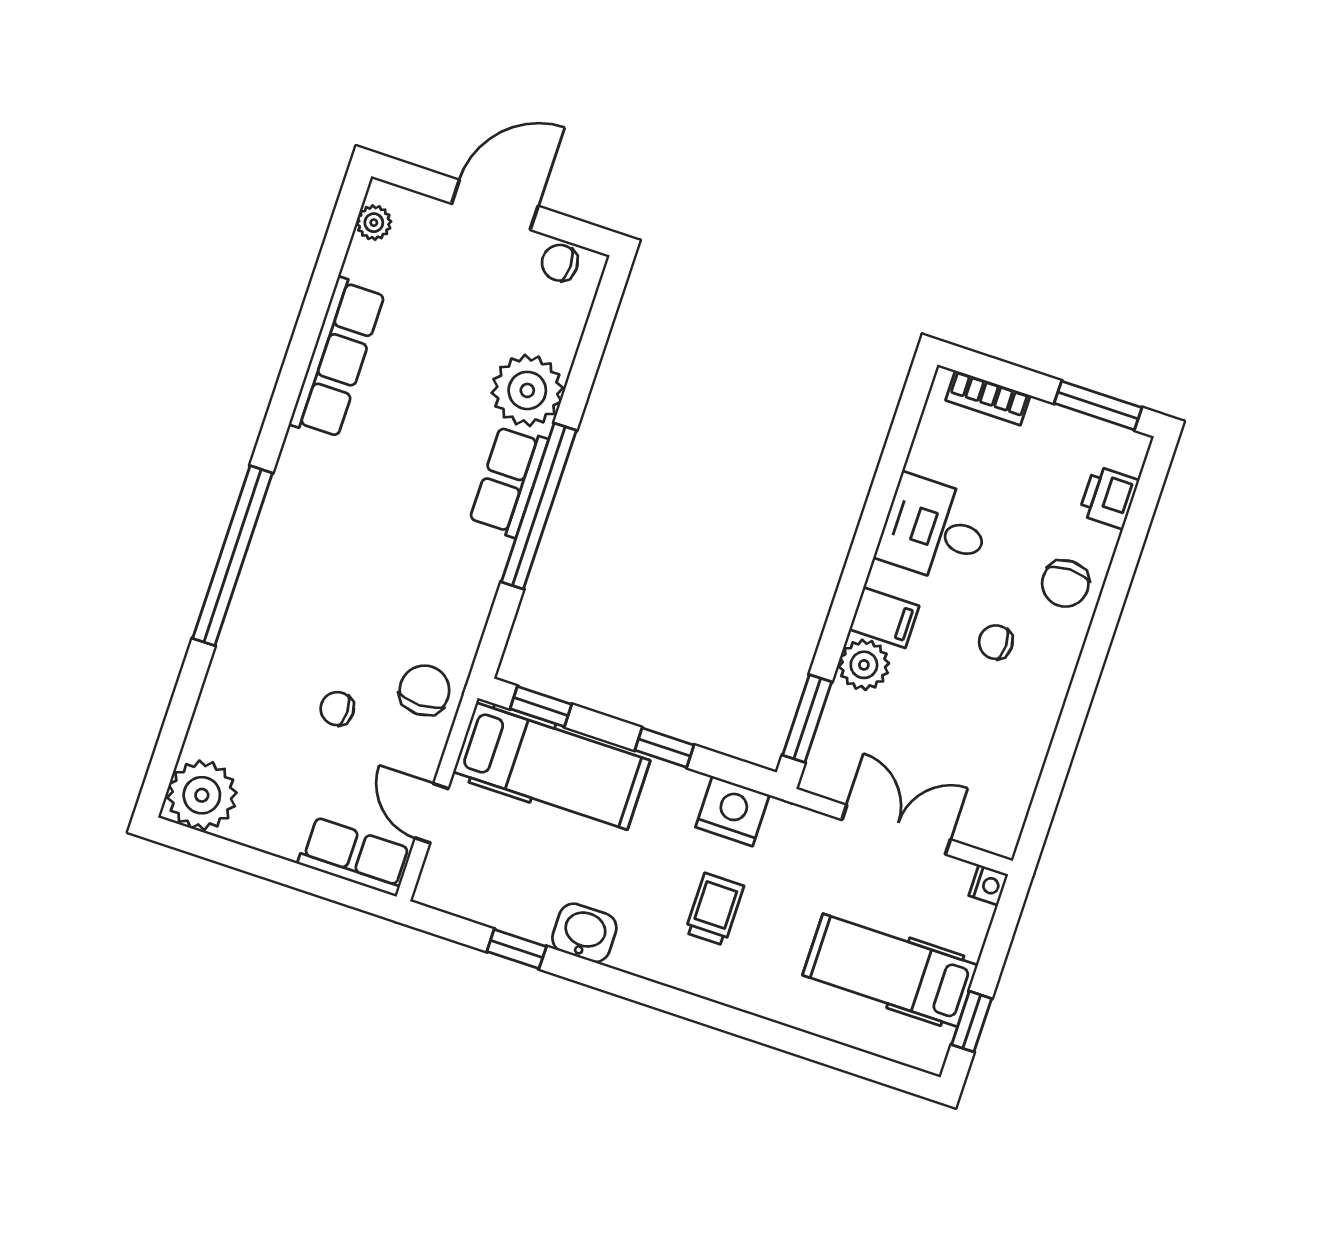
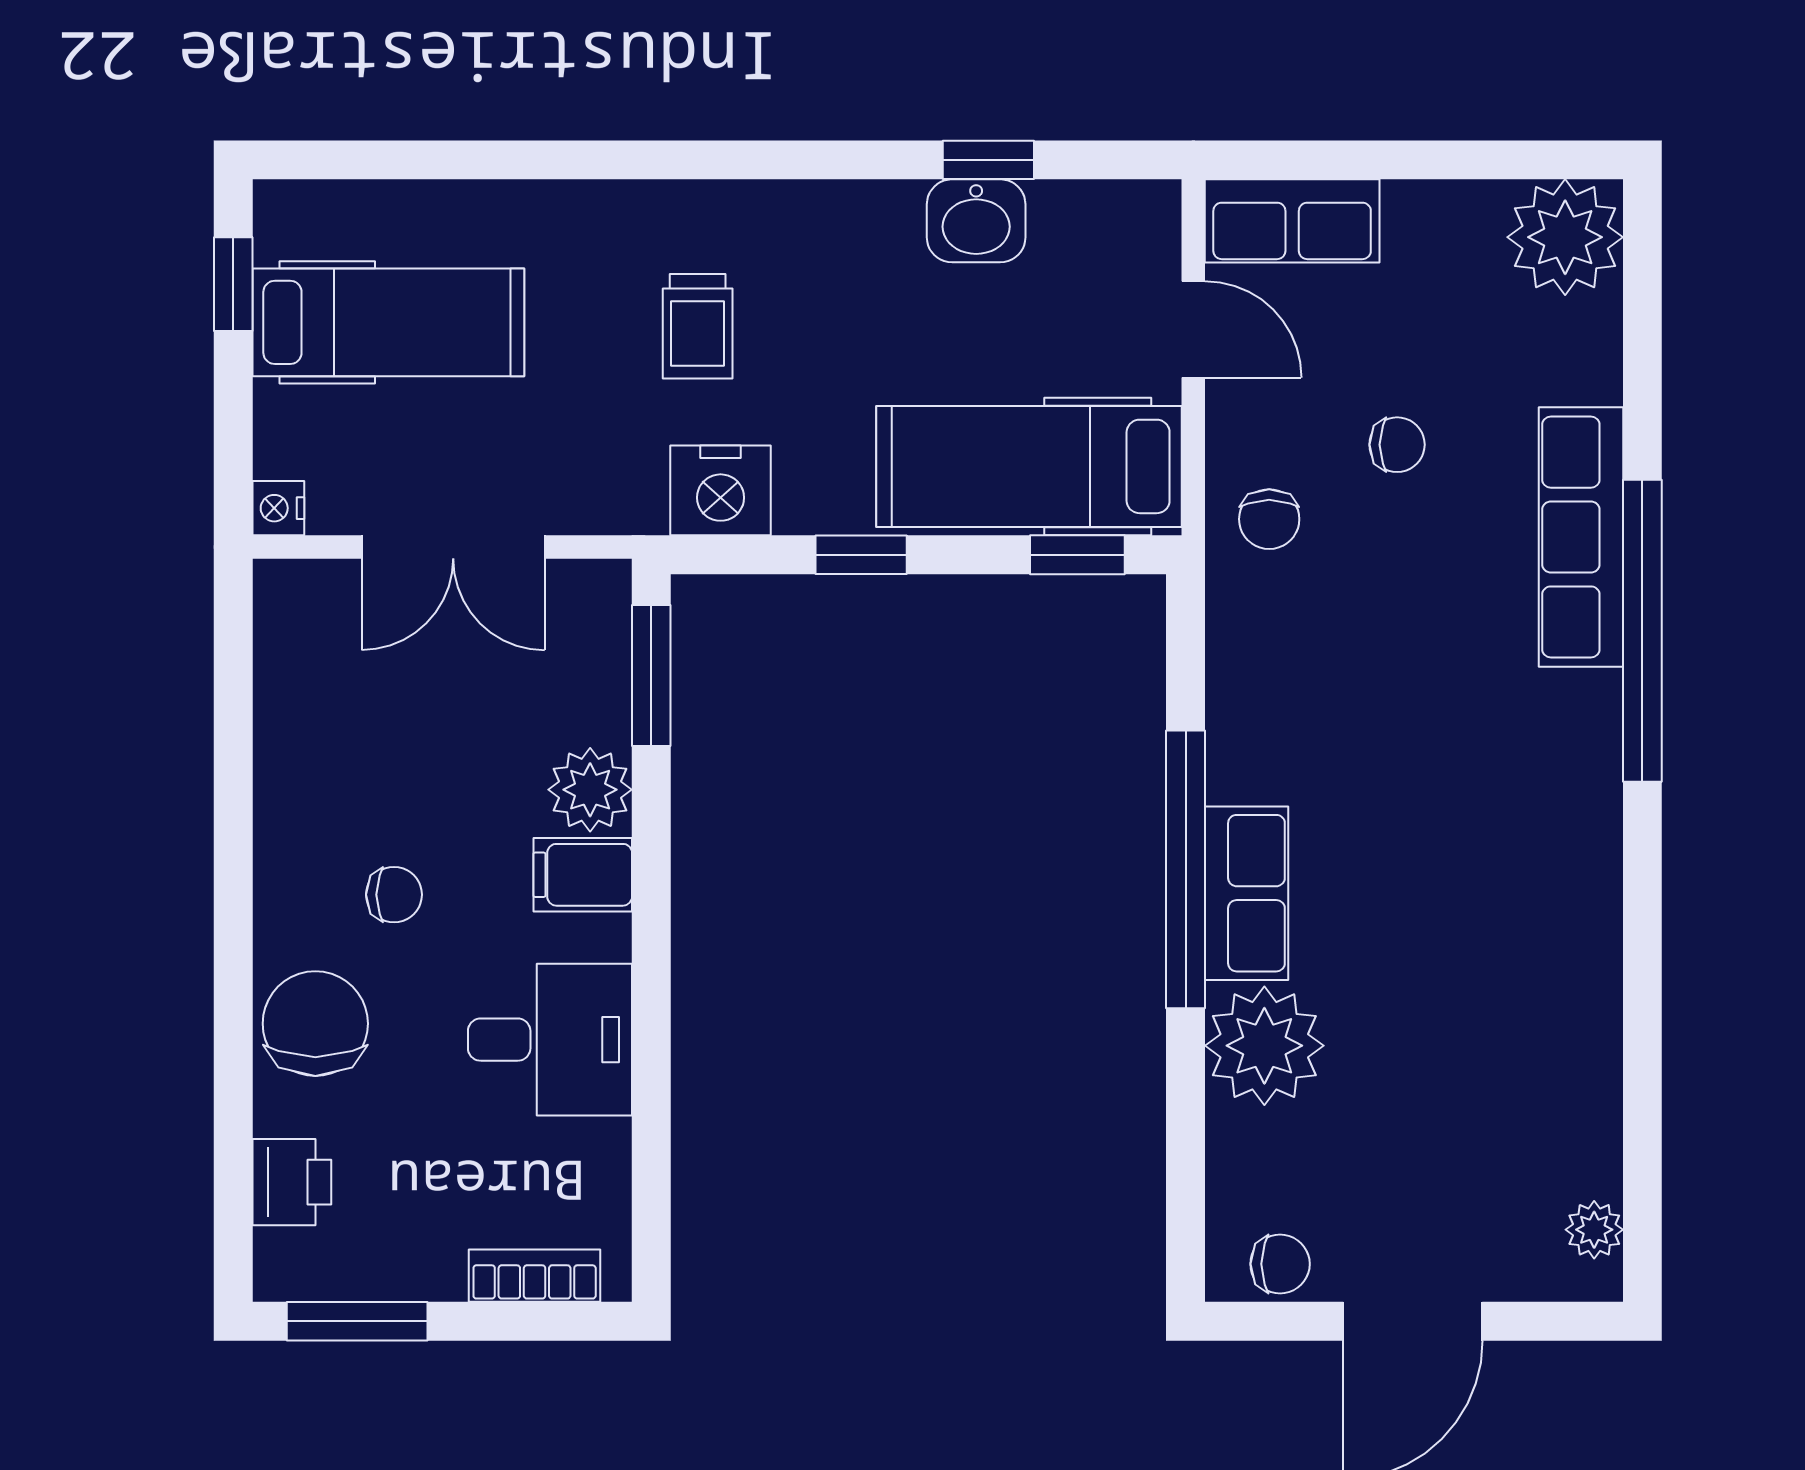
row of seats: (337, 358) -> (1581, 537), moved
chair: (1065, 583) -> (315, 1024), width x1.37, depth x1.37
chair: (424, 690) -> (1269, 519), width x0.73, depth x0.73
washbasin: (584, 933) -> (976, 221), moved

